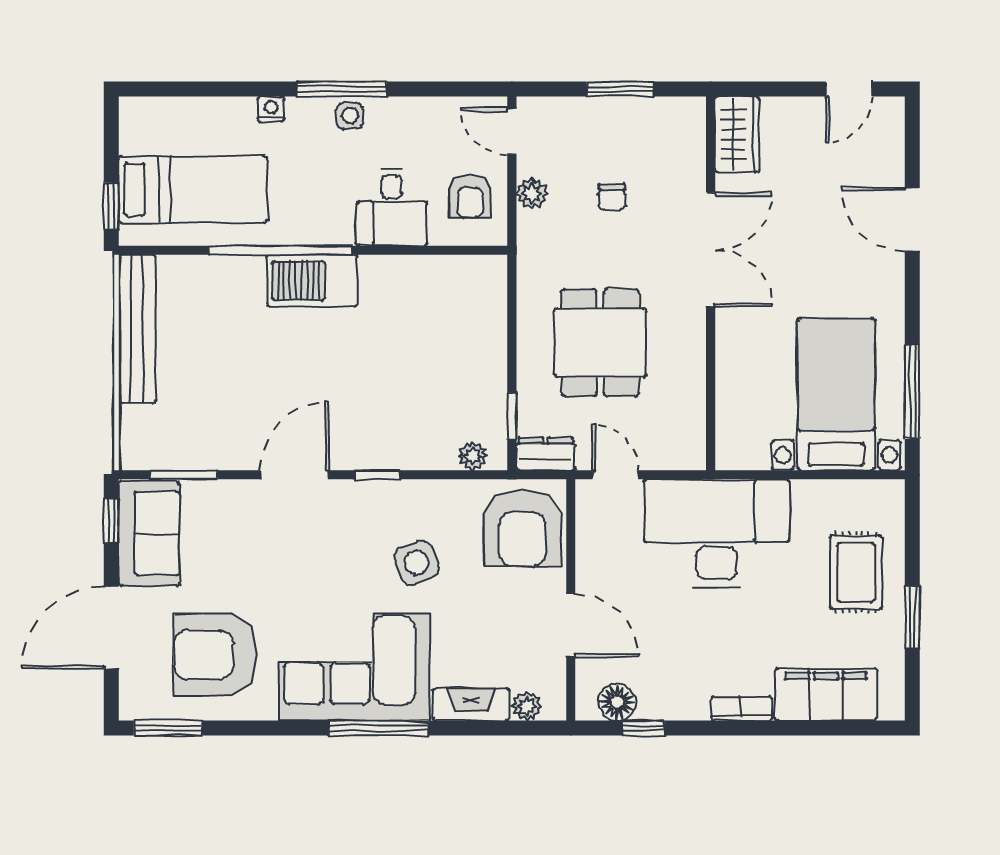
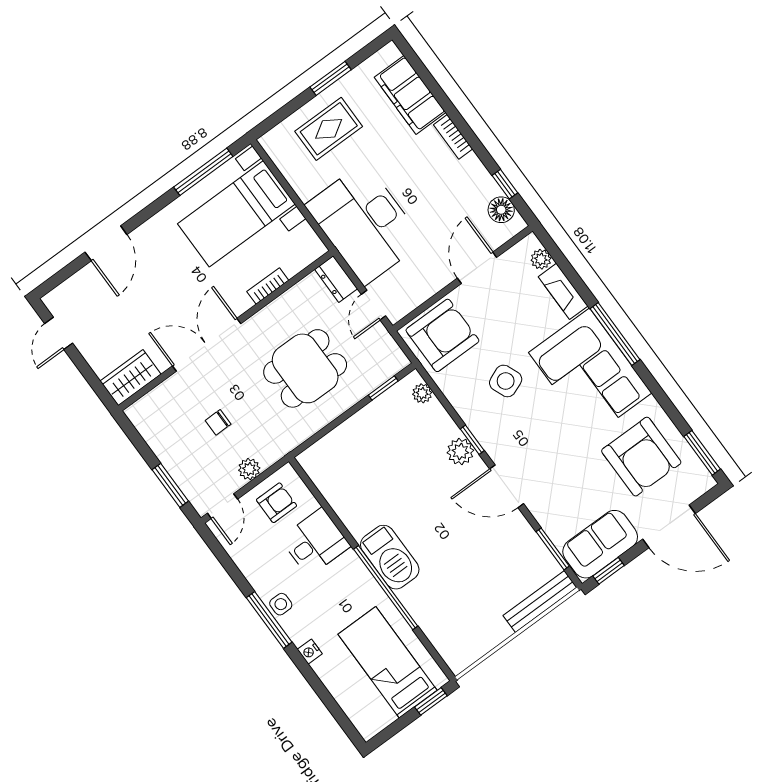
window: (620, 89) -> (170, 485), moved
door: (849, 89) -> (59, 333), swing flipped
chair: (612, 197) -> (218, 422), turned 180
bench: (137, 329) -> (540, 602), moved, width x0.73, depth x0.82
bookcase: (727, 369) -> (268, 286), added
plant: (374, 451) -> (460, 452), added
dresser: (546, 454) -> (336, 279), moved

